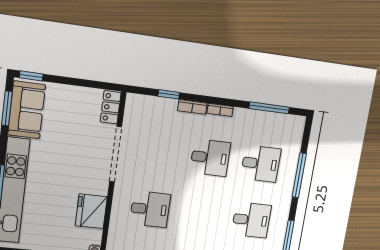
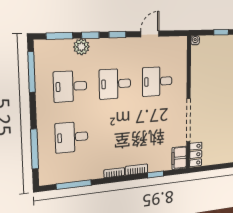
filing cabinet: (134, 108) -> (179, 158), added
desk: (210, 158) -> (115, 84), moved
window: (299, 175) -> (34, 149), moved
fridge: (91, 211) -> (201, 72), removed

